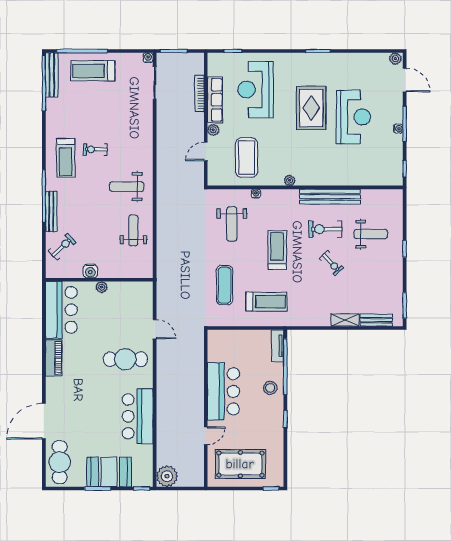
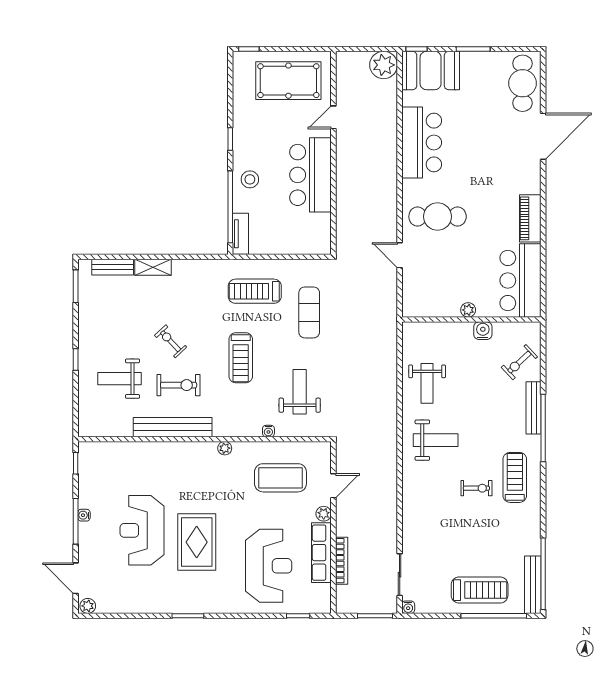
coffee table: (247, 158) -> (280, 478), turned 90
booth: (109, 472) -> (431, 71), moved

